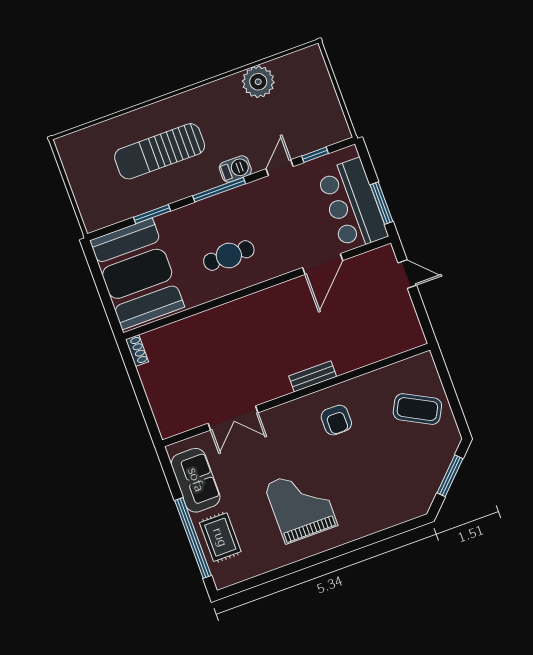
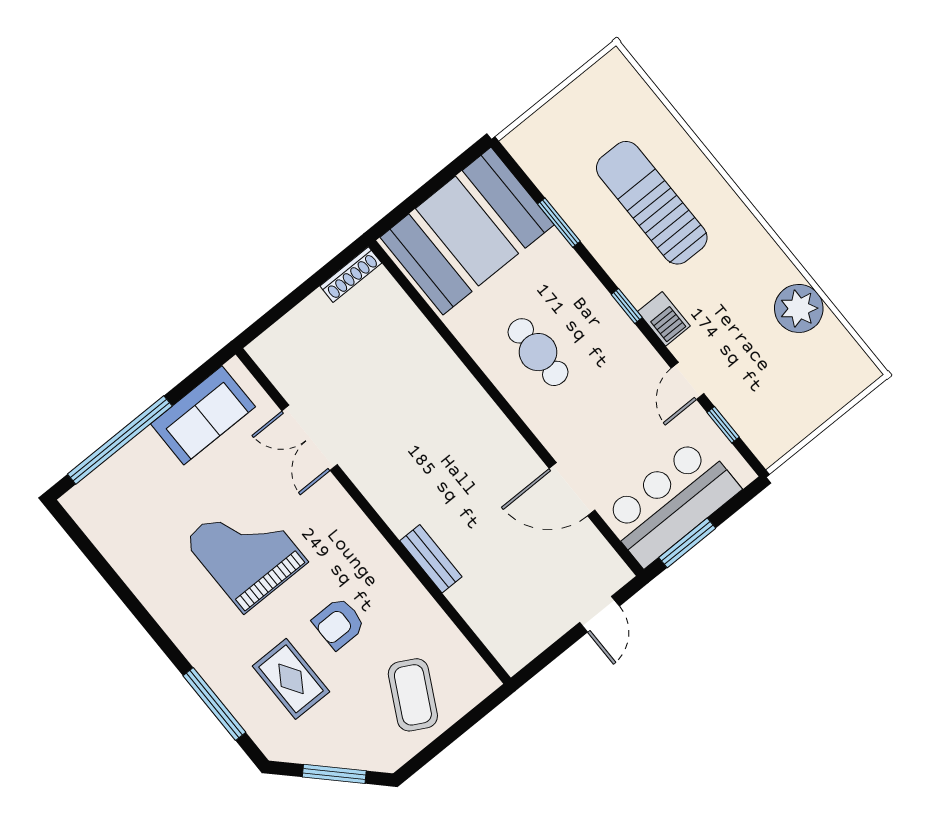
door: (280, 168) -> (687, 381), swing flipped
window: (219, 190) -> (627, 306), width x0.46
shoe rack: (137, 351) -> (351, 275), width x1.43
bench: (313, 376) -> (431, 559), moved
armchair: (336, 420) -> (339, 623), moved
grand piano: (301, 505) -> (246, 551), moved, turned -90
window: (380, 536) -> (214, 704), added
rug: (220, 537) -> (291, 679), moved, turned 90

